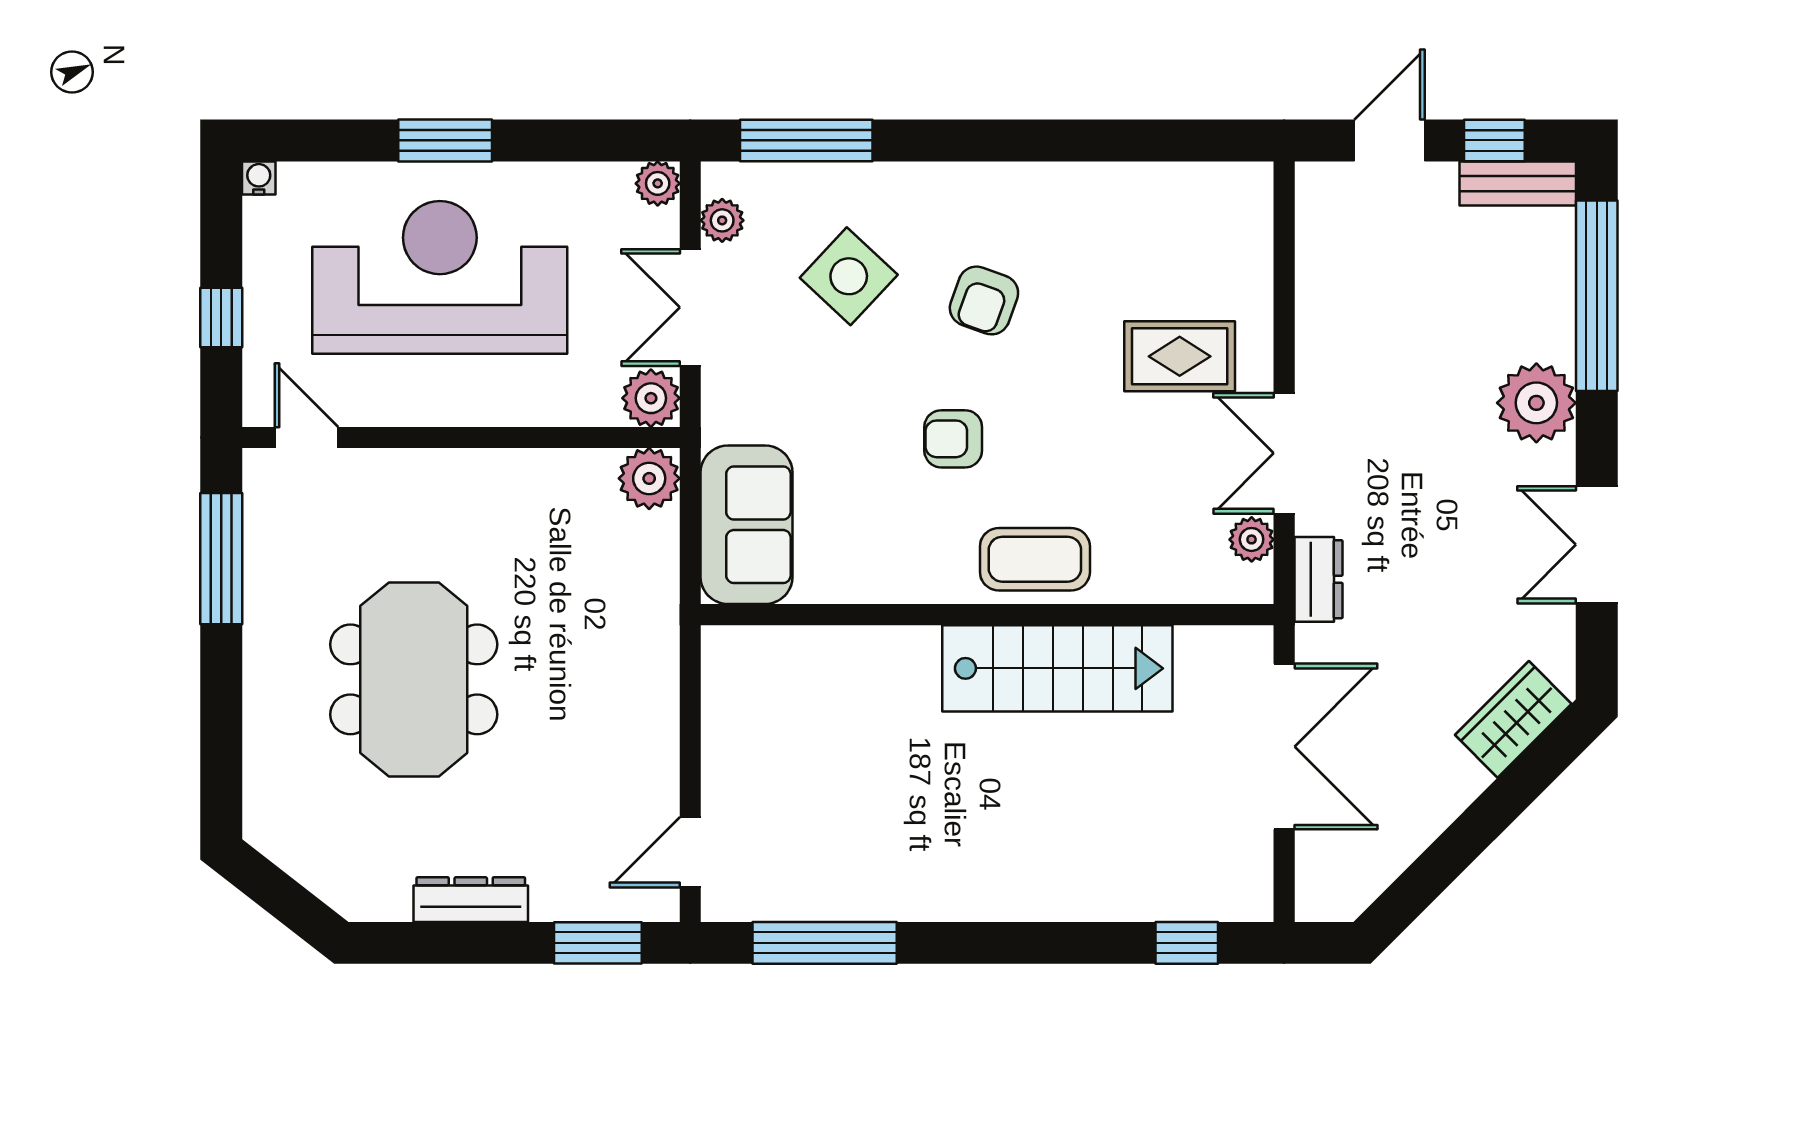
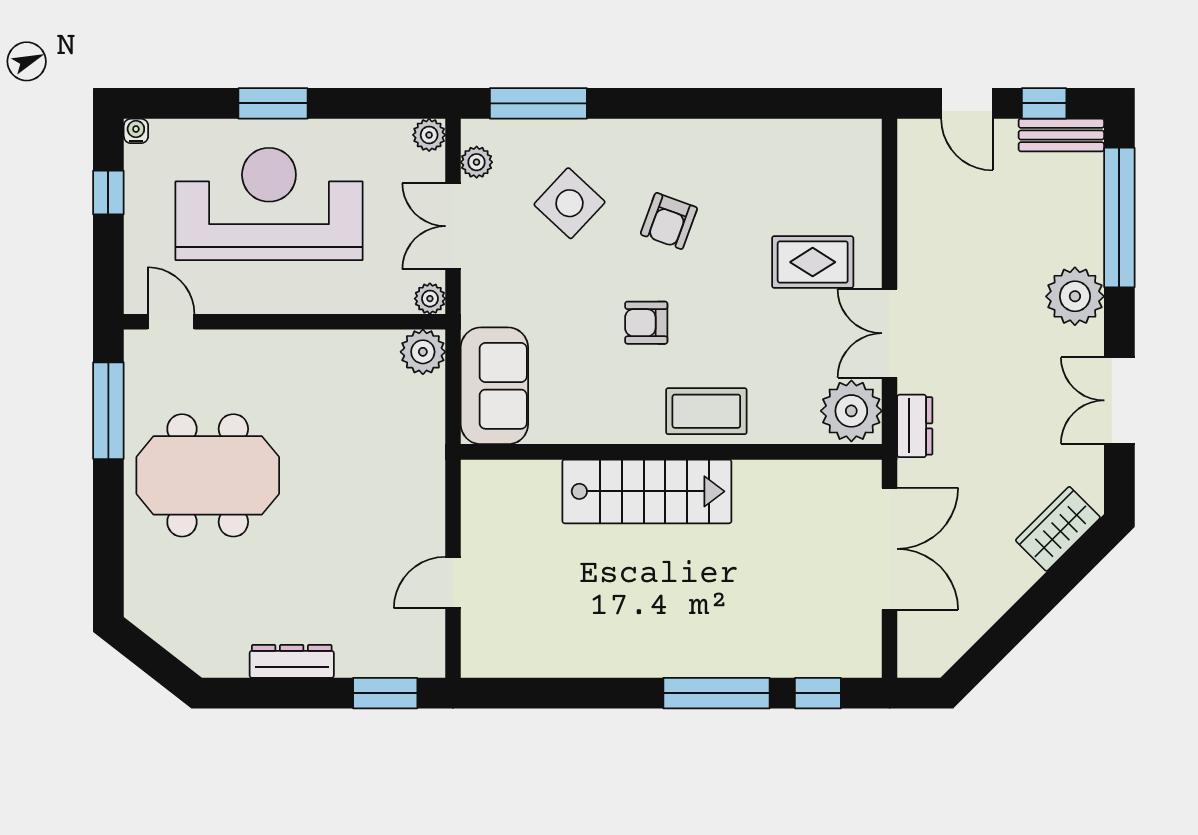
door: (1390, 140) -> (967, 103), swing flipped
window: (221, 317) -> (108, 193), moved
plant: (651, 398) -> (430, 299), width x0.73, depth x0.73
plant: (1252, 539) -> (851, 411), width x1.87, depth x1.87
stairs: (1057, 668) -> (647, 491), moved
meeting table: (414, 679) -> (208, 475), moved, turned 90
door: (690, 852) -> (453, 583), moved
window: (825, 943) -> (716, 693), moved

